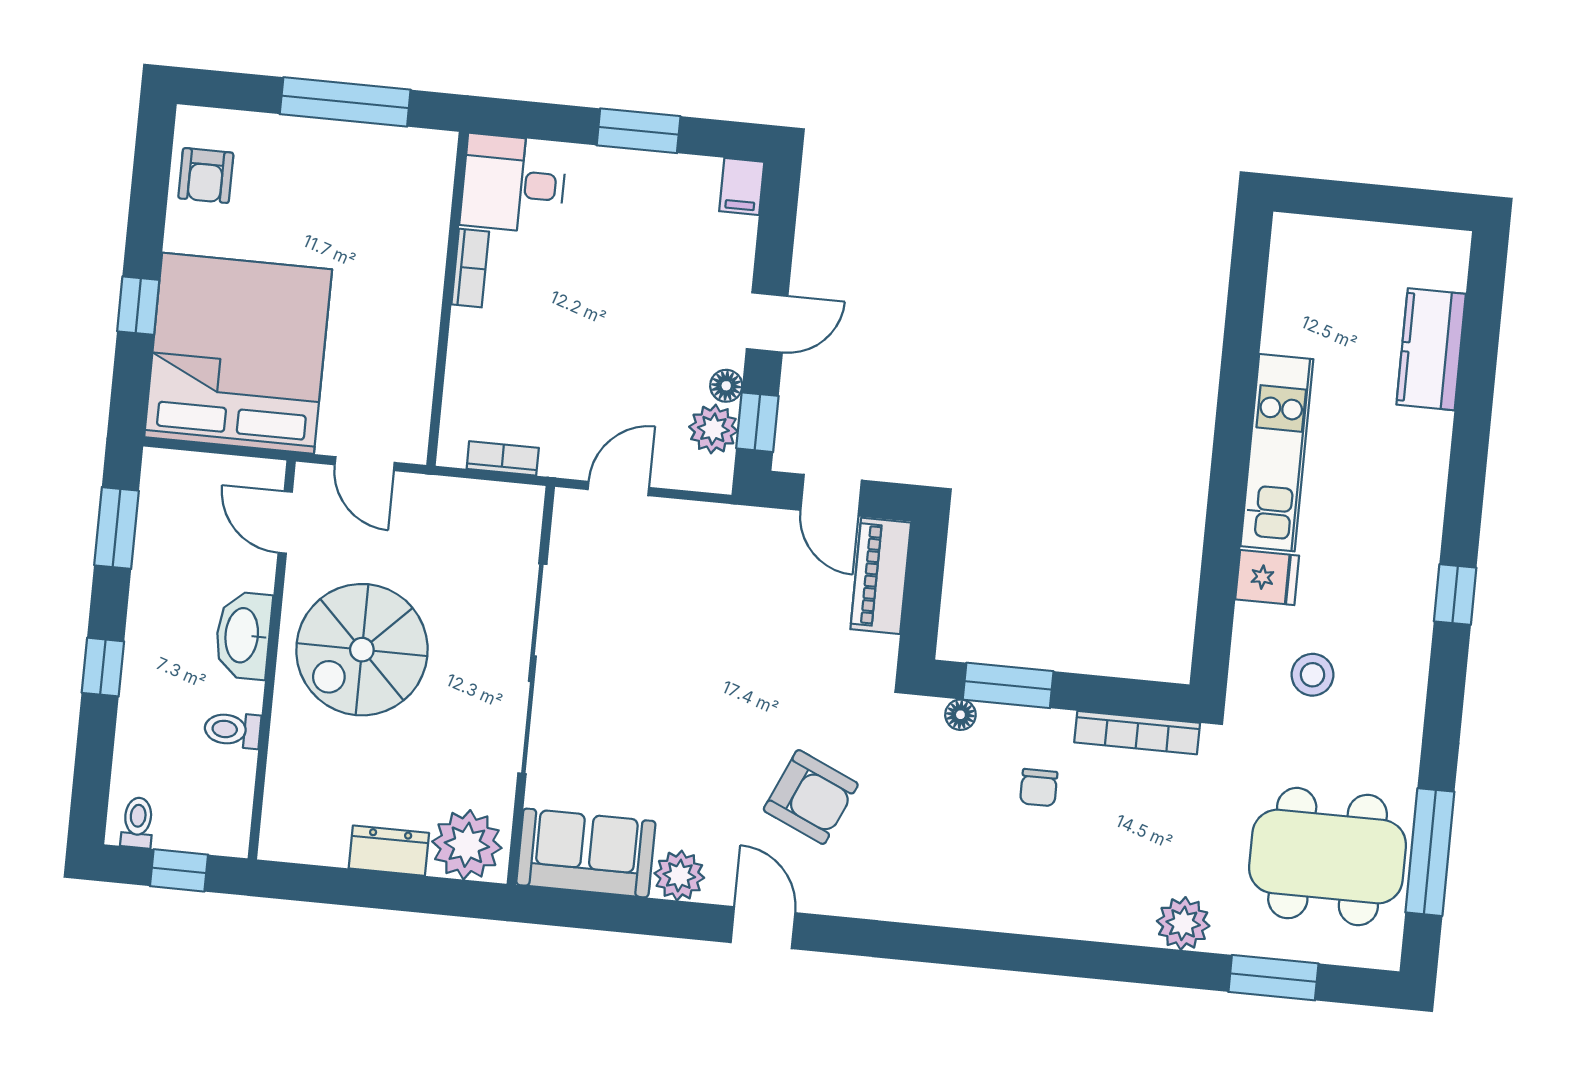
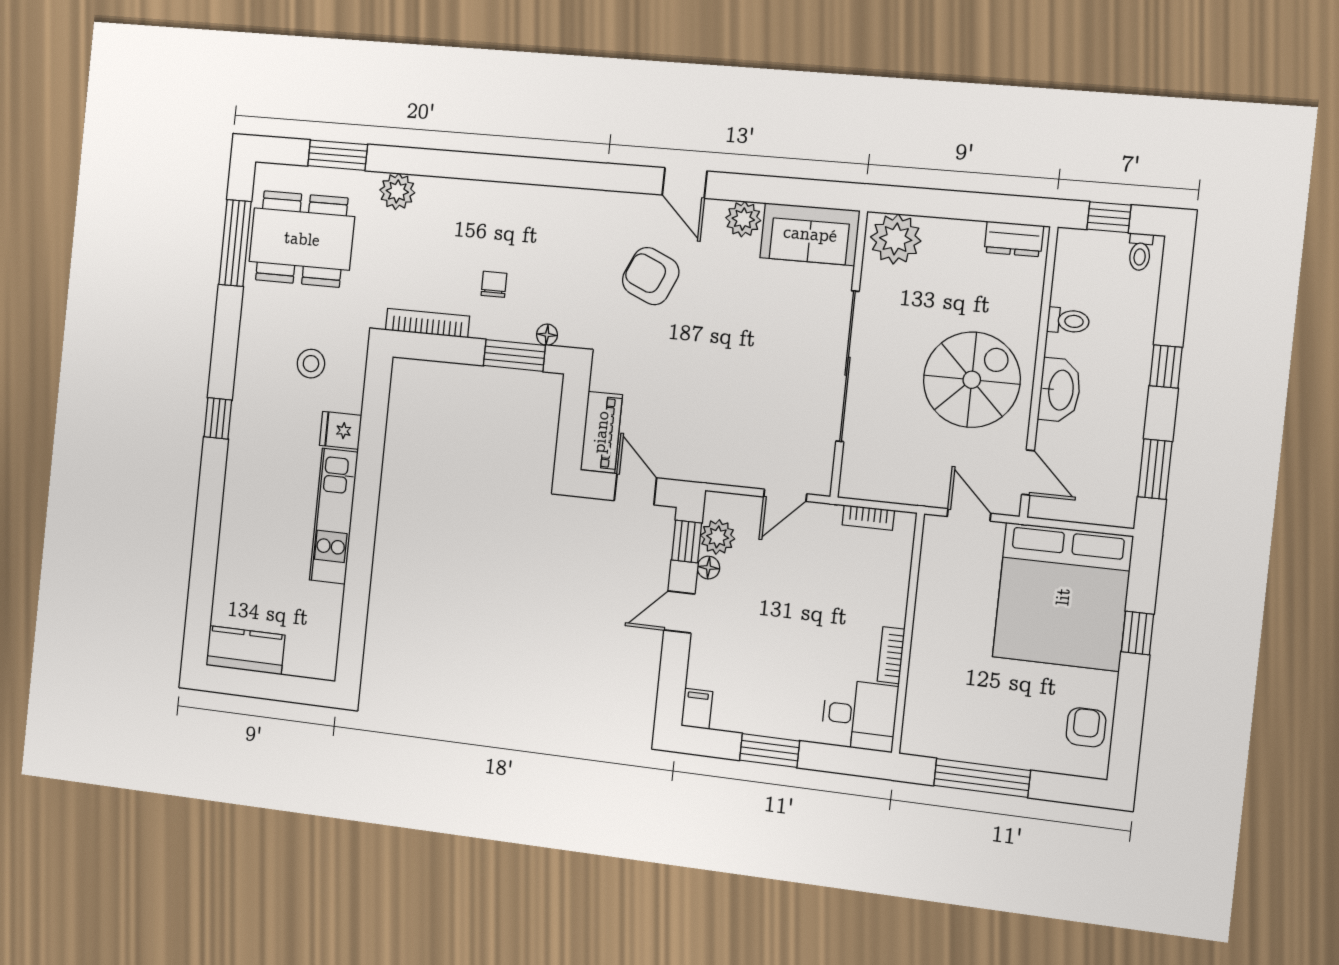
kitchen counter: (1431, 349) -> (245, 650), moved, turned -90
dresser: (389, 851) -> (1014, 239), moved

